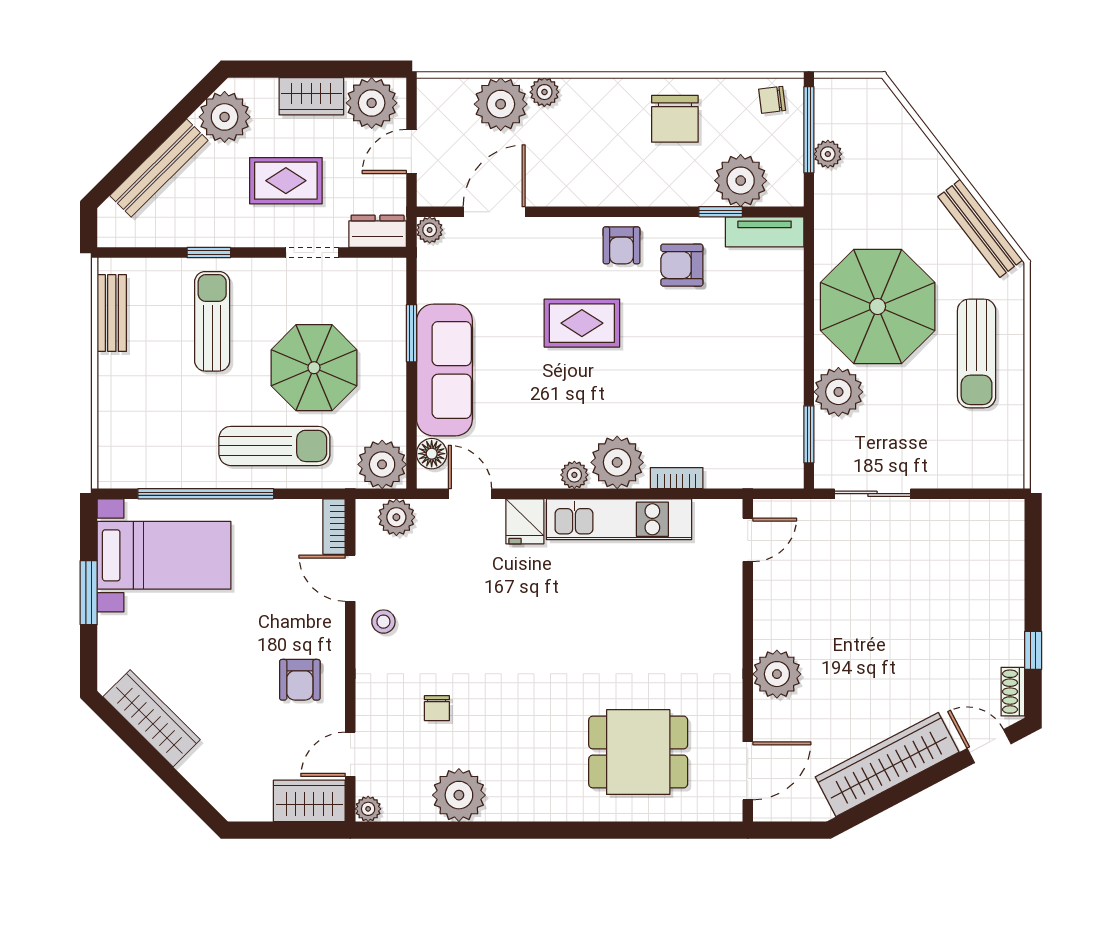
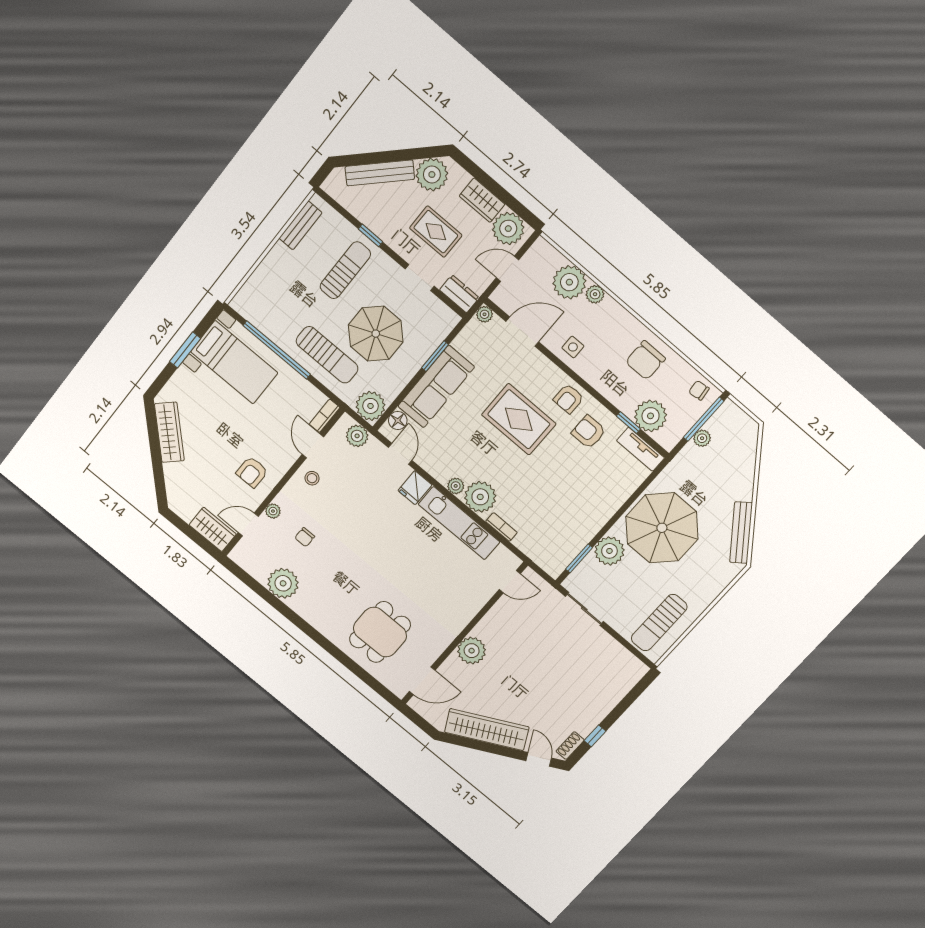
side table: (572, 178) -> (573, 347), added
rug: (582, 323) -> (519, 419), width x1.36, depth x1.43
sun lounger: (977, 354) -> (659, 623), moved
dining table: (638, 752) -> (380, 632), turned 90
plant: (368, 809) -> (273, 511), moved

